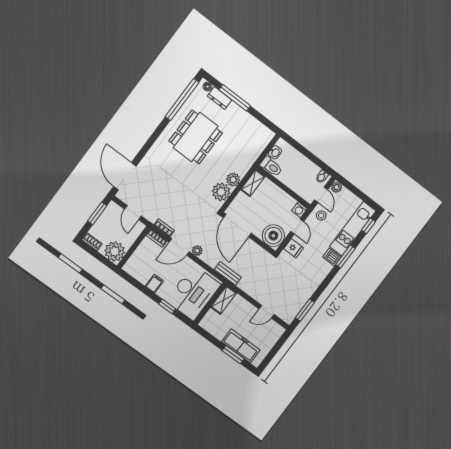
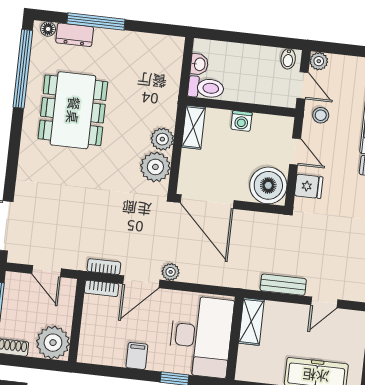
washing machine: (299, 210) -> (241, 121), moved
bench: (228, 273) -> (283, 285), moved

